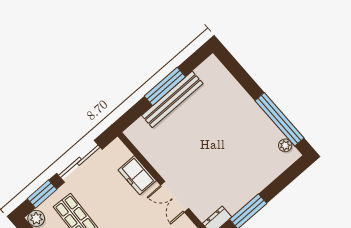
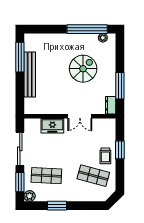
window: (165, 86) -> (20, 57), moved
spiral stairs: (231, 154) -> (83, 69), added

